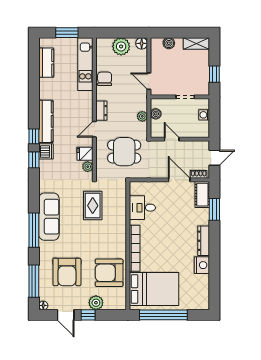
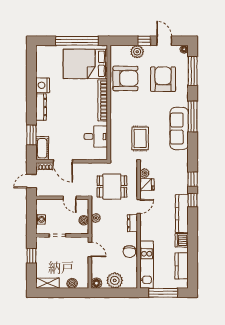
window: (67, 33) -> (163, 293), width x1.44
dishwasher: (46, 151) -> (182, 240), moved

